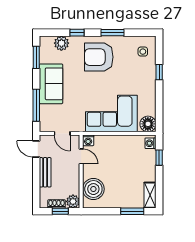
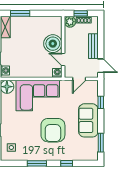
plant: (61, 43) -> (80, 155), removed
armchair: (99, 57) -> (53, 130), moved, turned 90
window: (36, 105) -> (101, 102), width x0.46
door: (62, 133) -> (79, 79), swing flipped
boiler: (93, 189) -> (53, 44), moved

